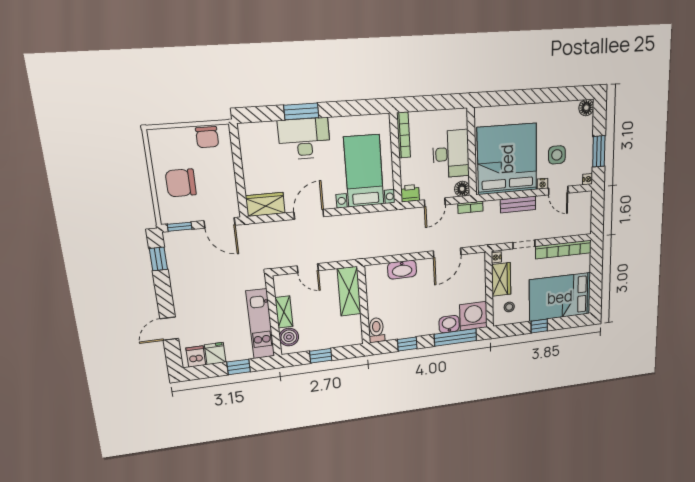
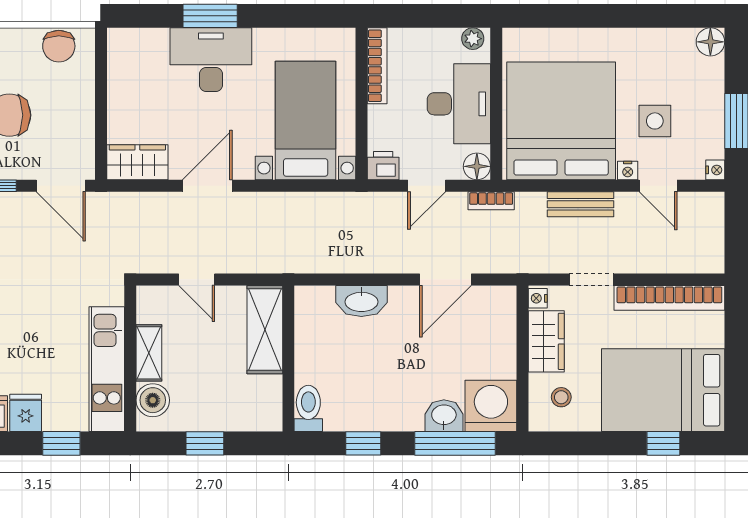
plant: (457, 115) -> (473, 39), added
window: (539, 326) -> (663, 443), moved

